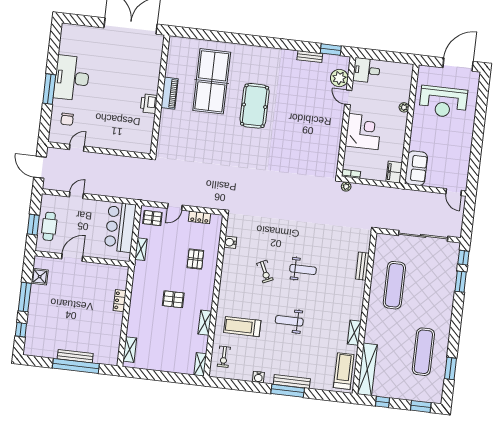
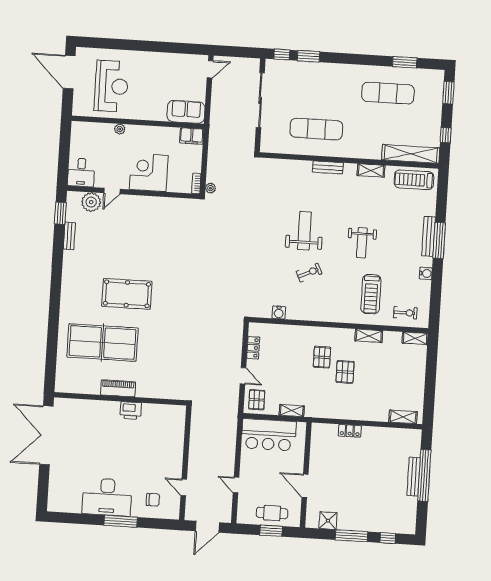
pallet: (195, 259) -> (322, 357), moved, turned 90
bench: (362, 266) -> (328, 167), moved
weight bench: (303, 269) -> (304, 231), width x1.36, depth x1.33

